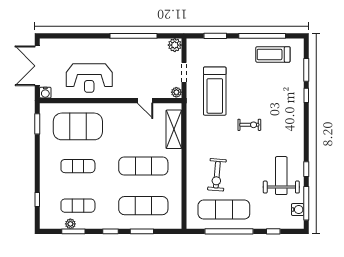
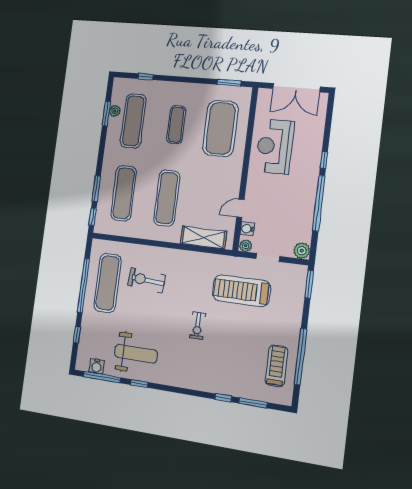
window: (97, 36) -> (324, 160), added
window: (215, 36) -> (309, 284), moved
double door: (37, 66) -> (296, 88), swing flipped
water cooler: (45, 93) -> (247, 229), moved
exercise mat: (78, 206) -> (133, 121), width x1.36, depth x1.45
window: (110, 231) -> (93, 217), moved

